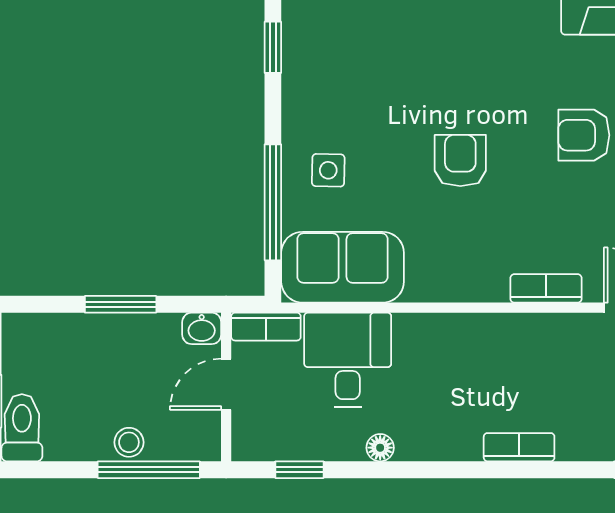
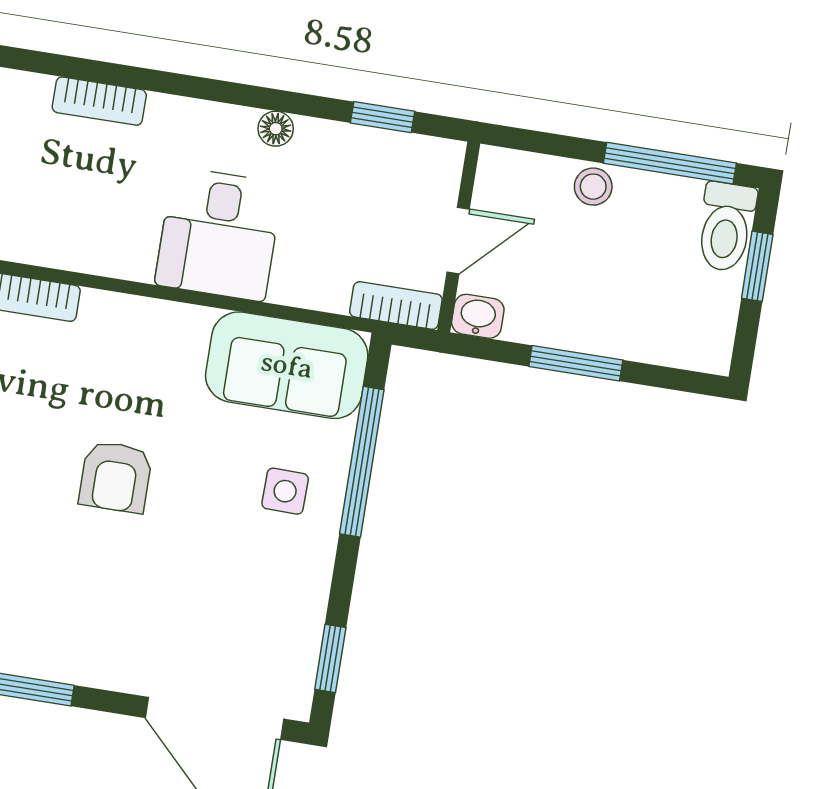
desk: (348, 360) -> (219, 234), moved
window: (149, 470) -> (670, 163), moved

